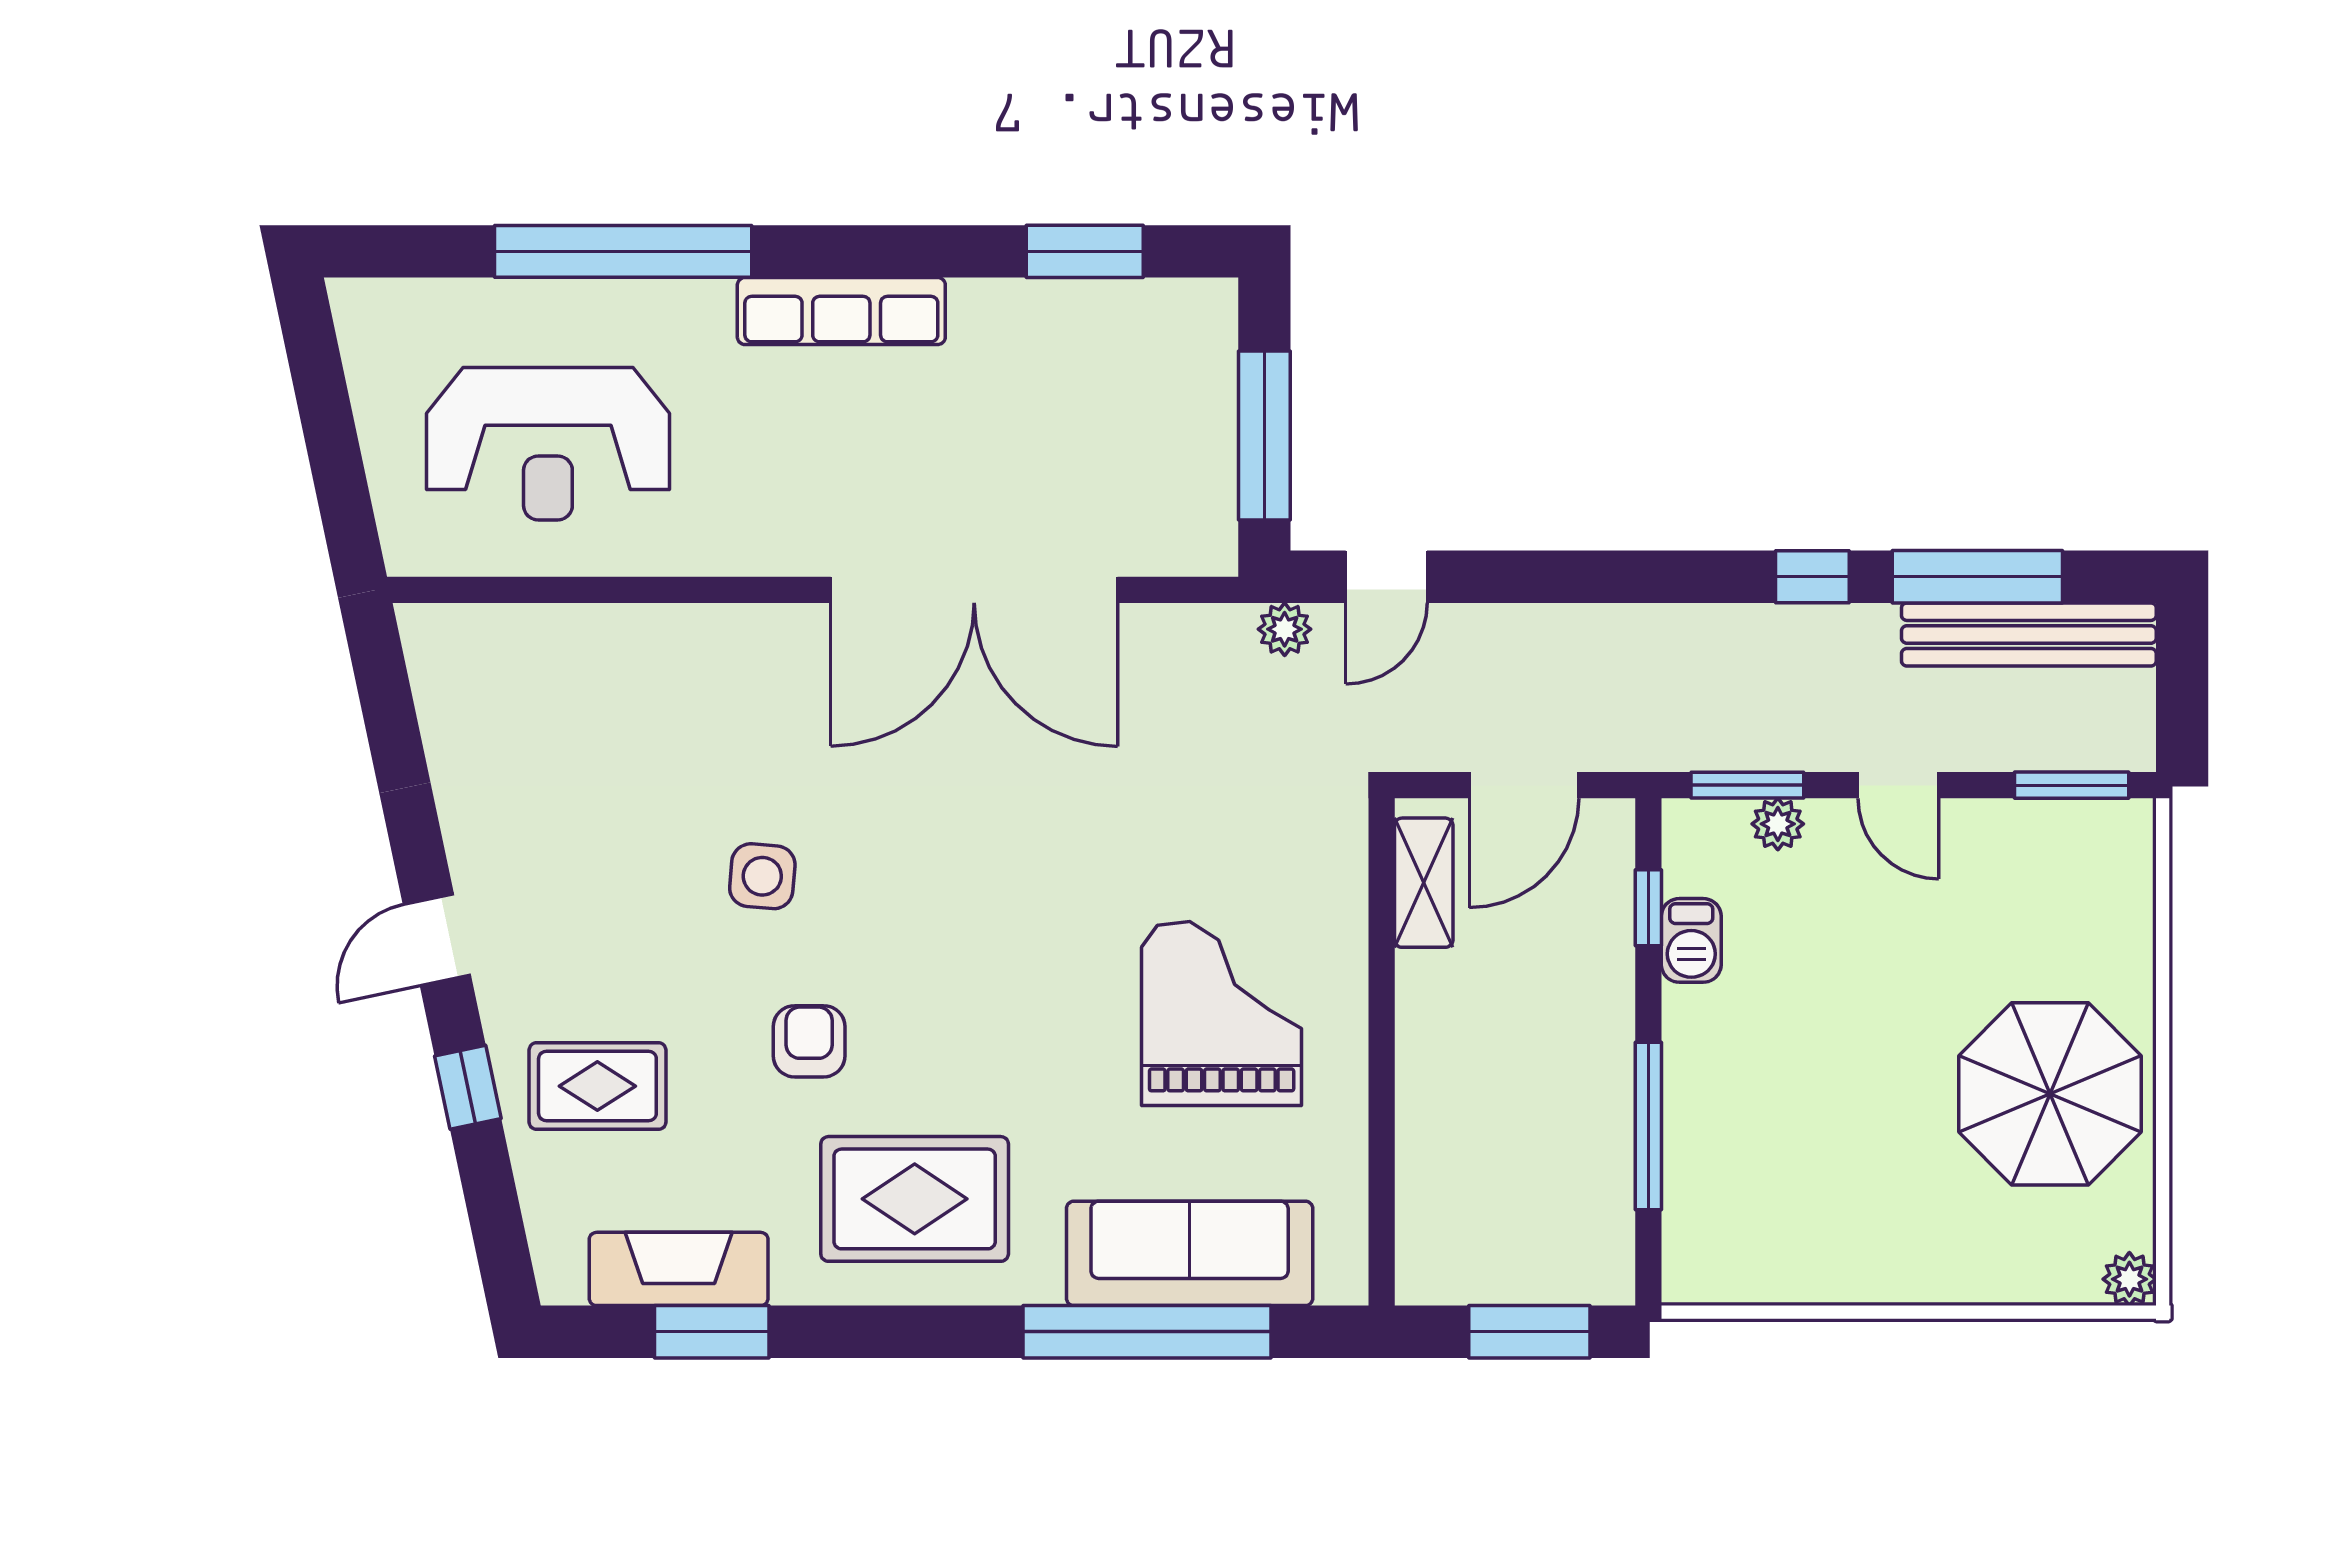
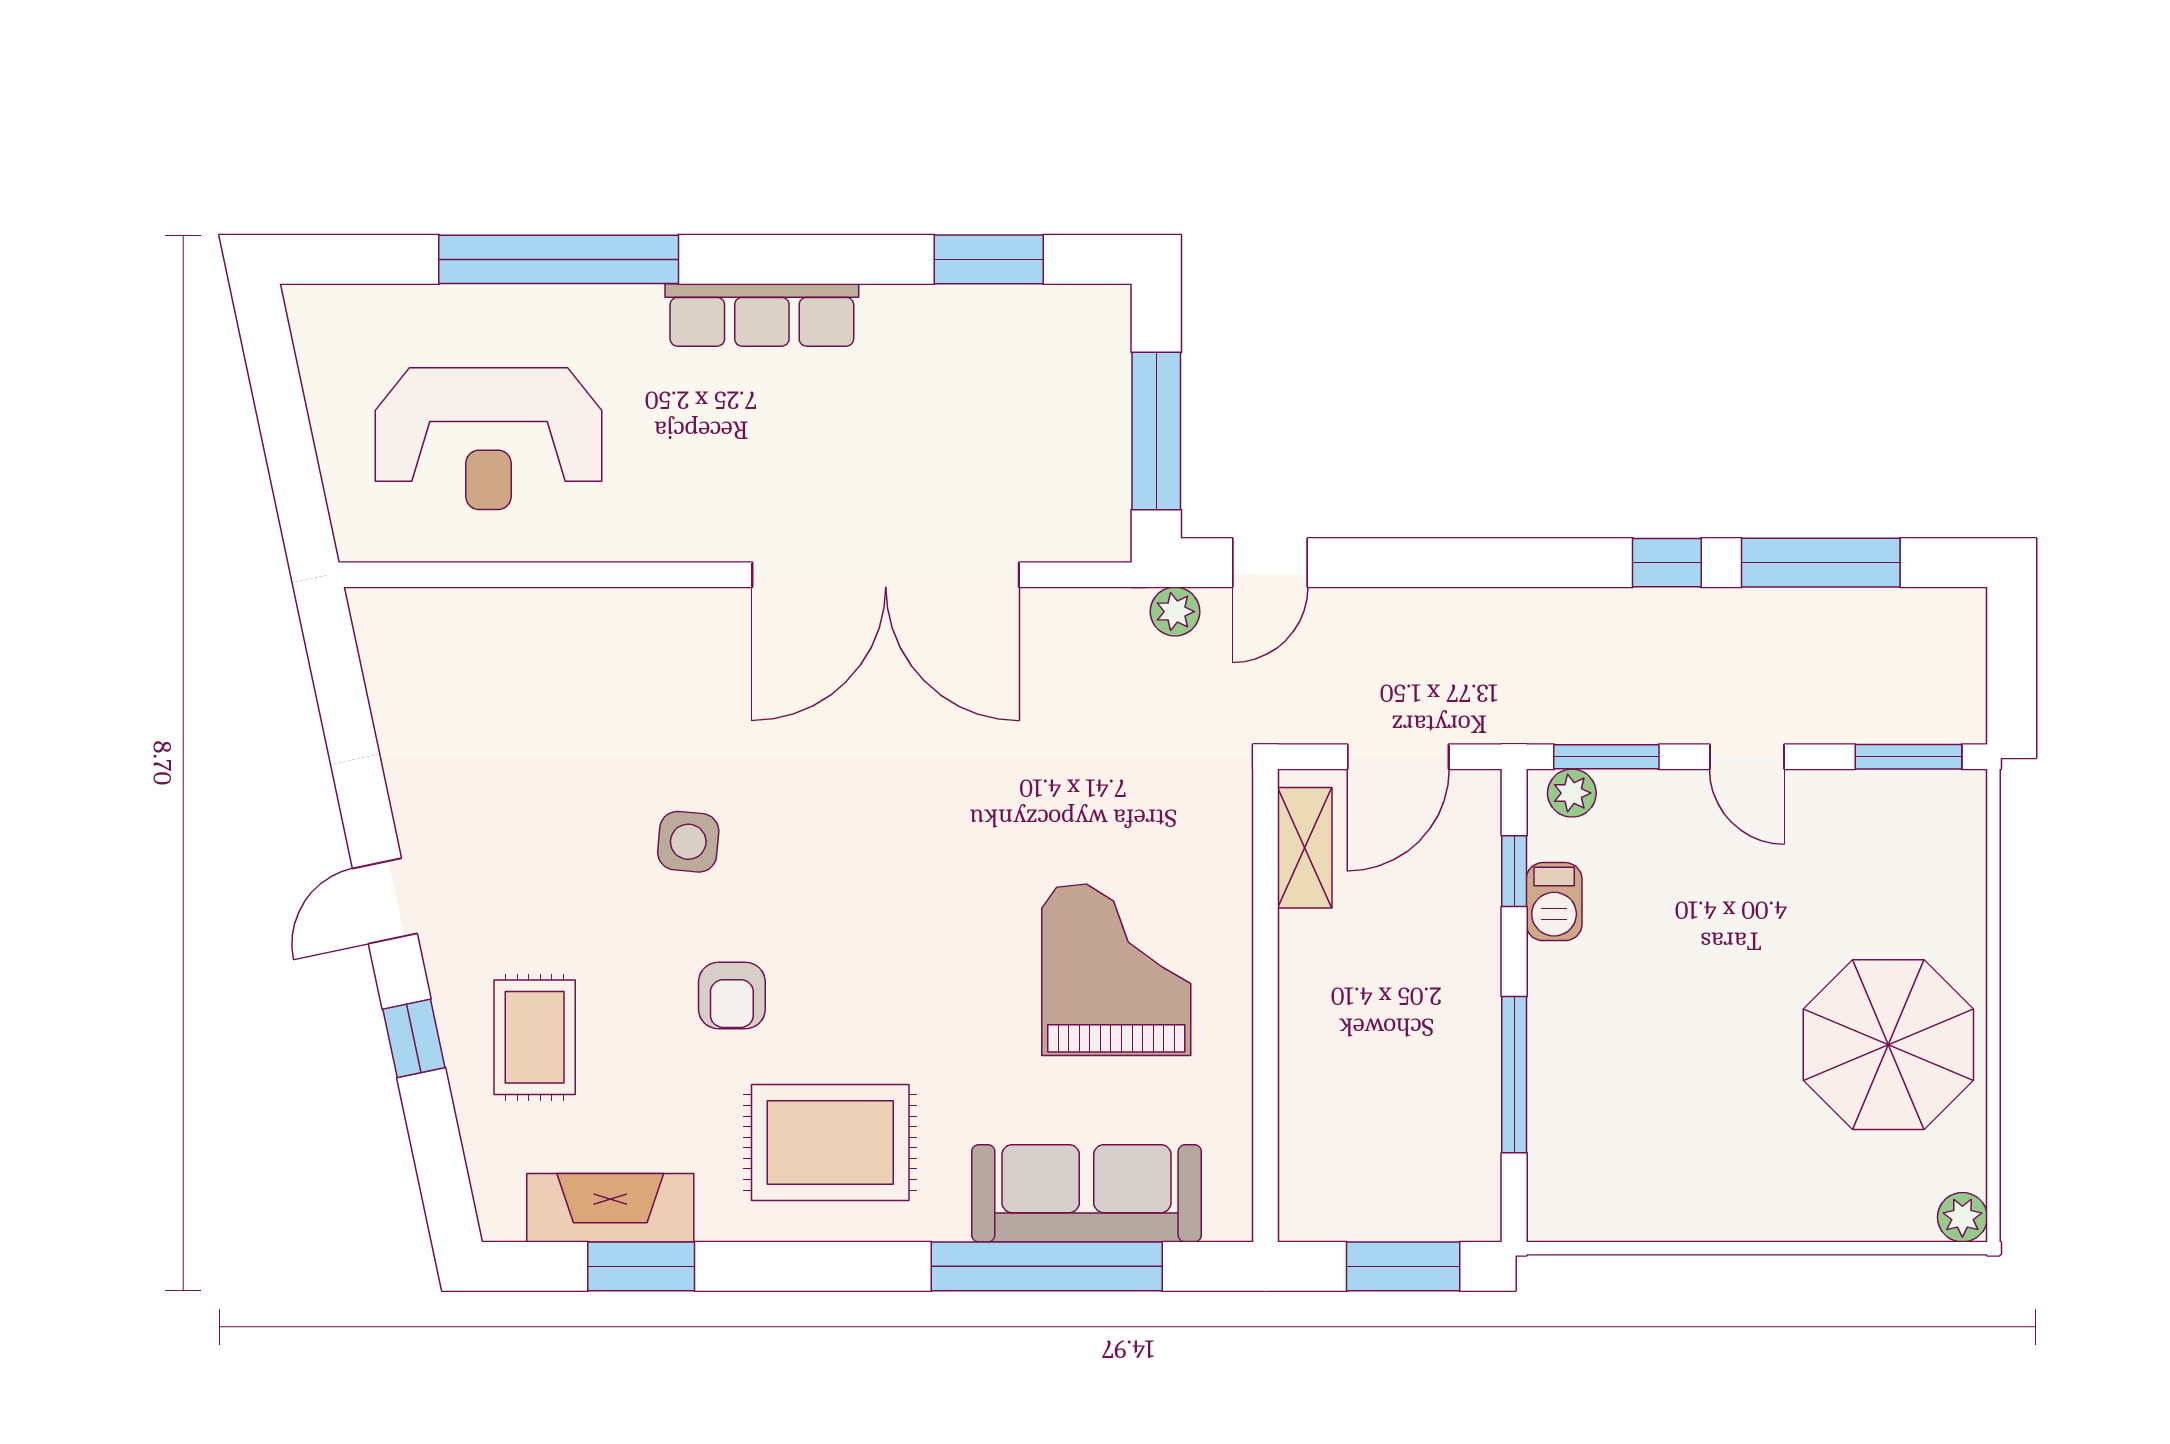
bench: (2029, 634) -> (1869, 616), removed
plant: (1778, 824) -> (1572, 793), moved
armchair: (809, 1041) -> (732, 996), turned 180
rug: (597, 1086) -> (535, 1037), turned 90

